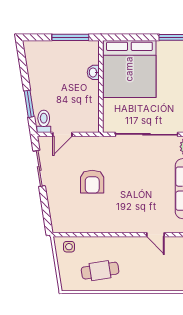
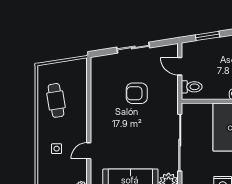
toilet: (44, 121) -> (192, 87), moved
sliding door: (39, 168) -> (133, 48), moved
side table: (69, 247) -> (57, 149), moved

